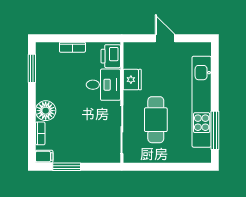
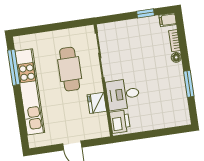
bookcase: (72, 47) -> (157, 125), removed
window: (32, 68) -> (189, 84), moved
floor lamp: (46, 111) -> (176, 57), width x0.53, depth x0.53
window: (67, 167) -> (146, 13), width x0.67

